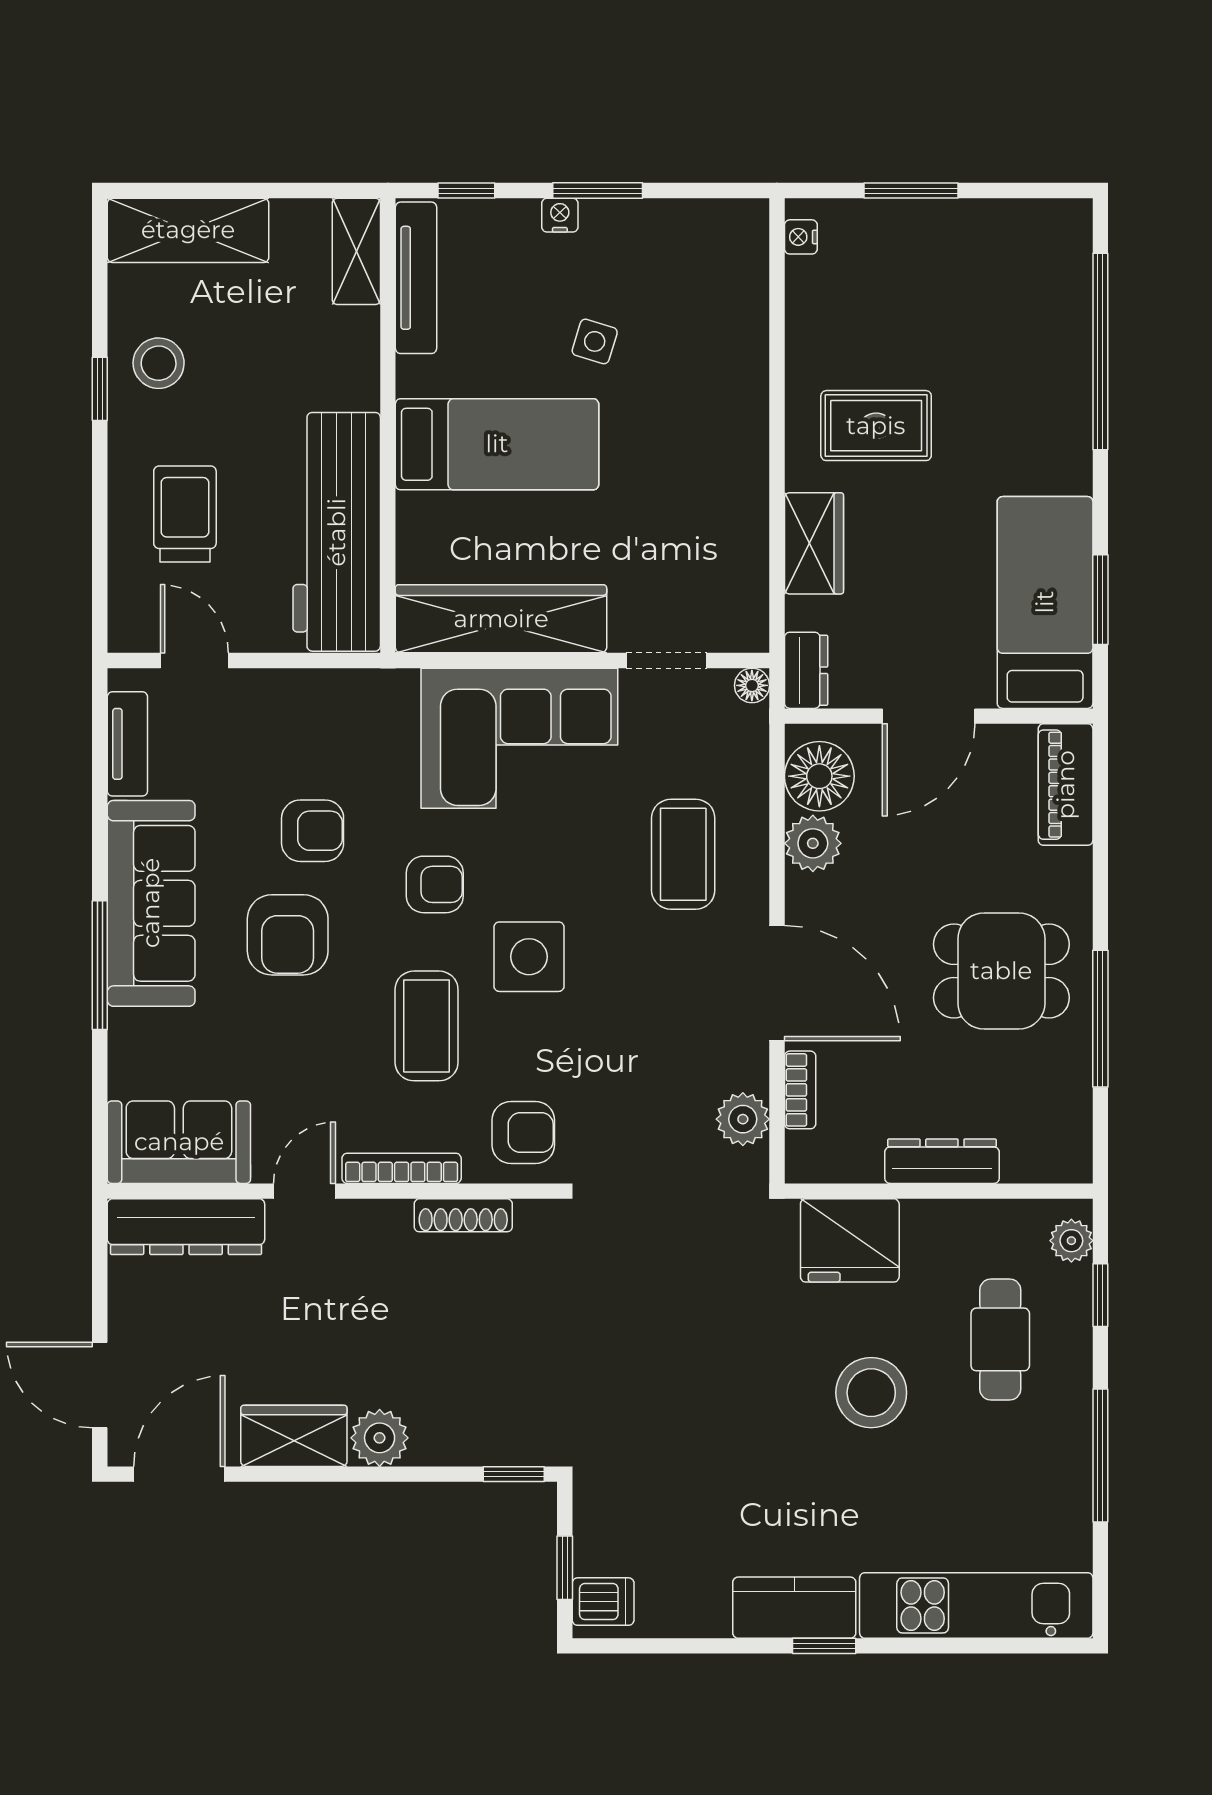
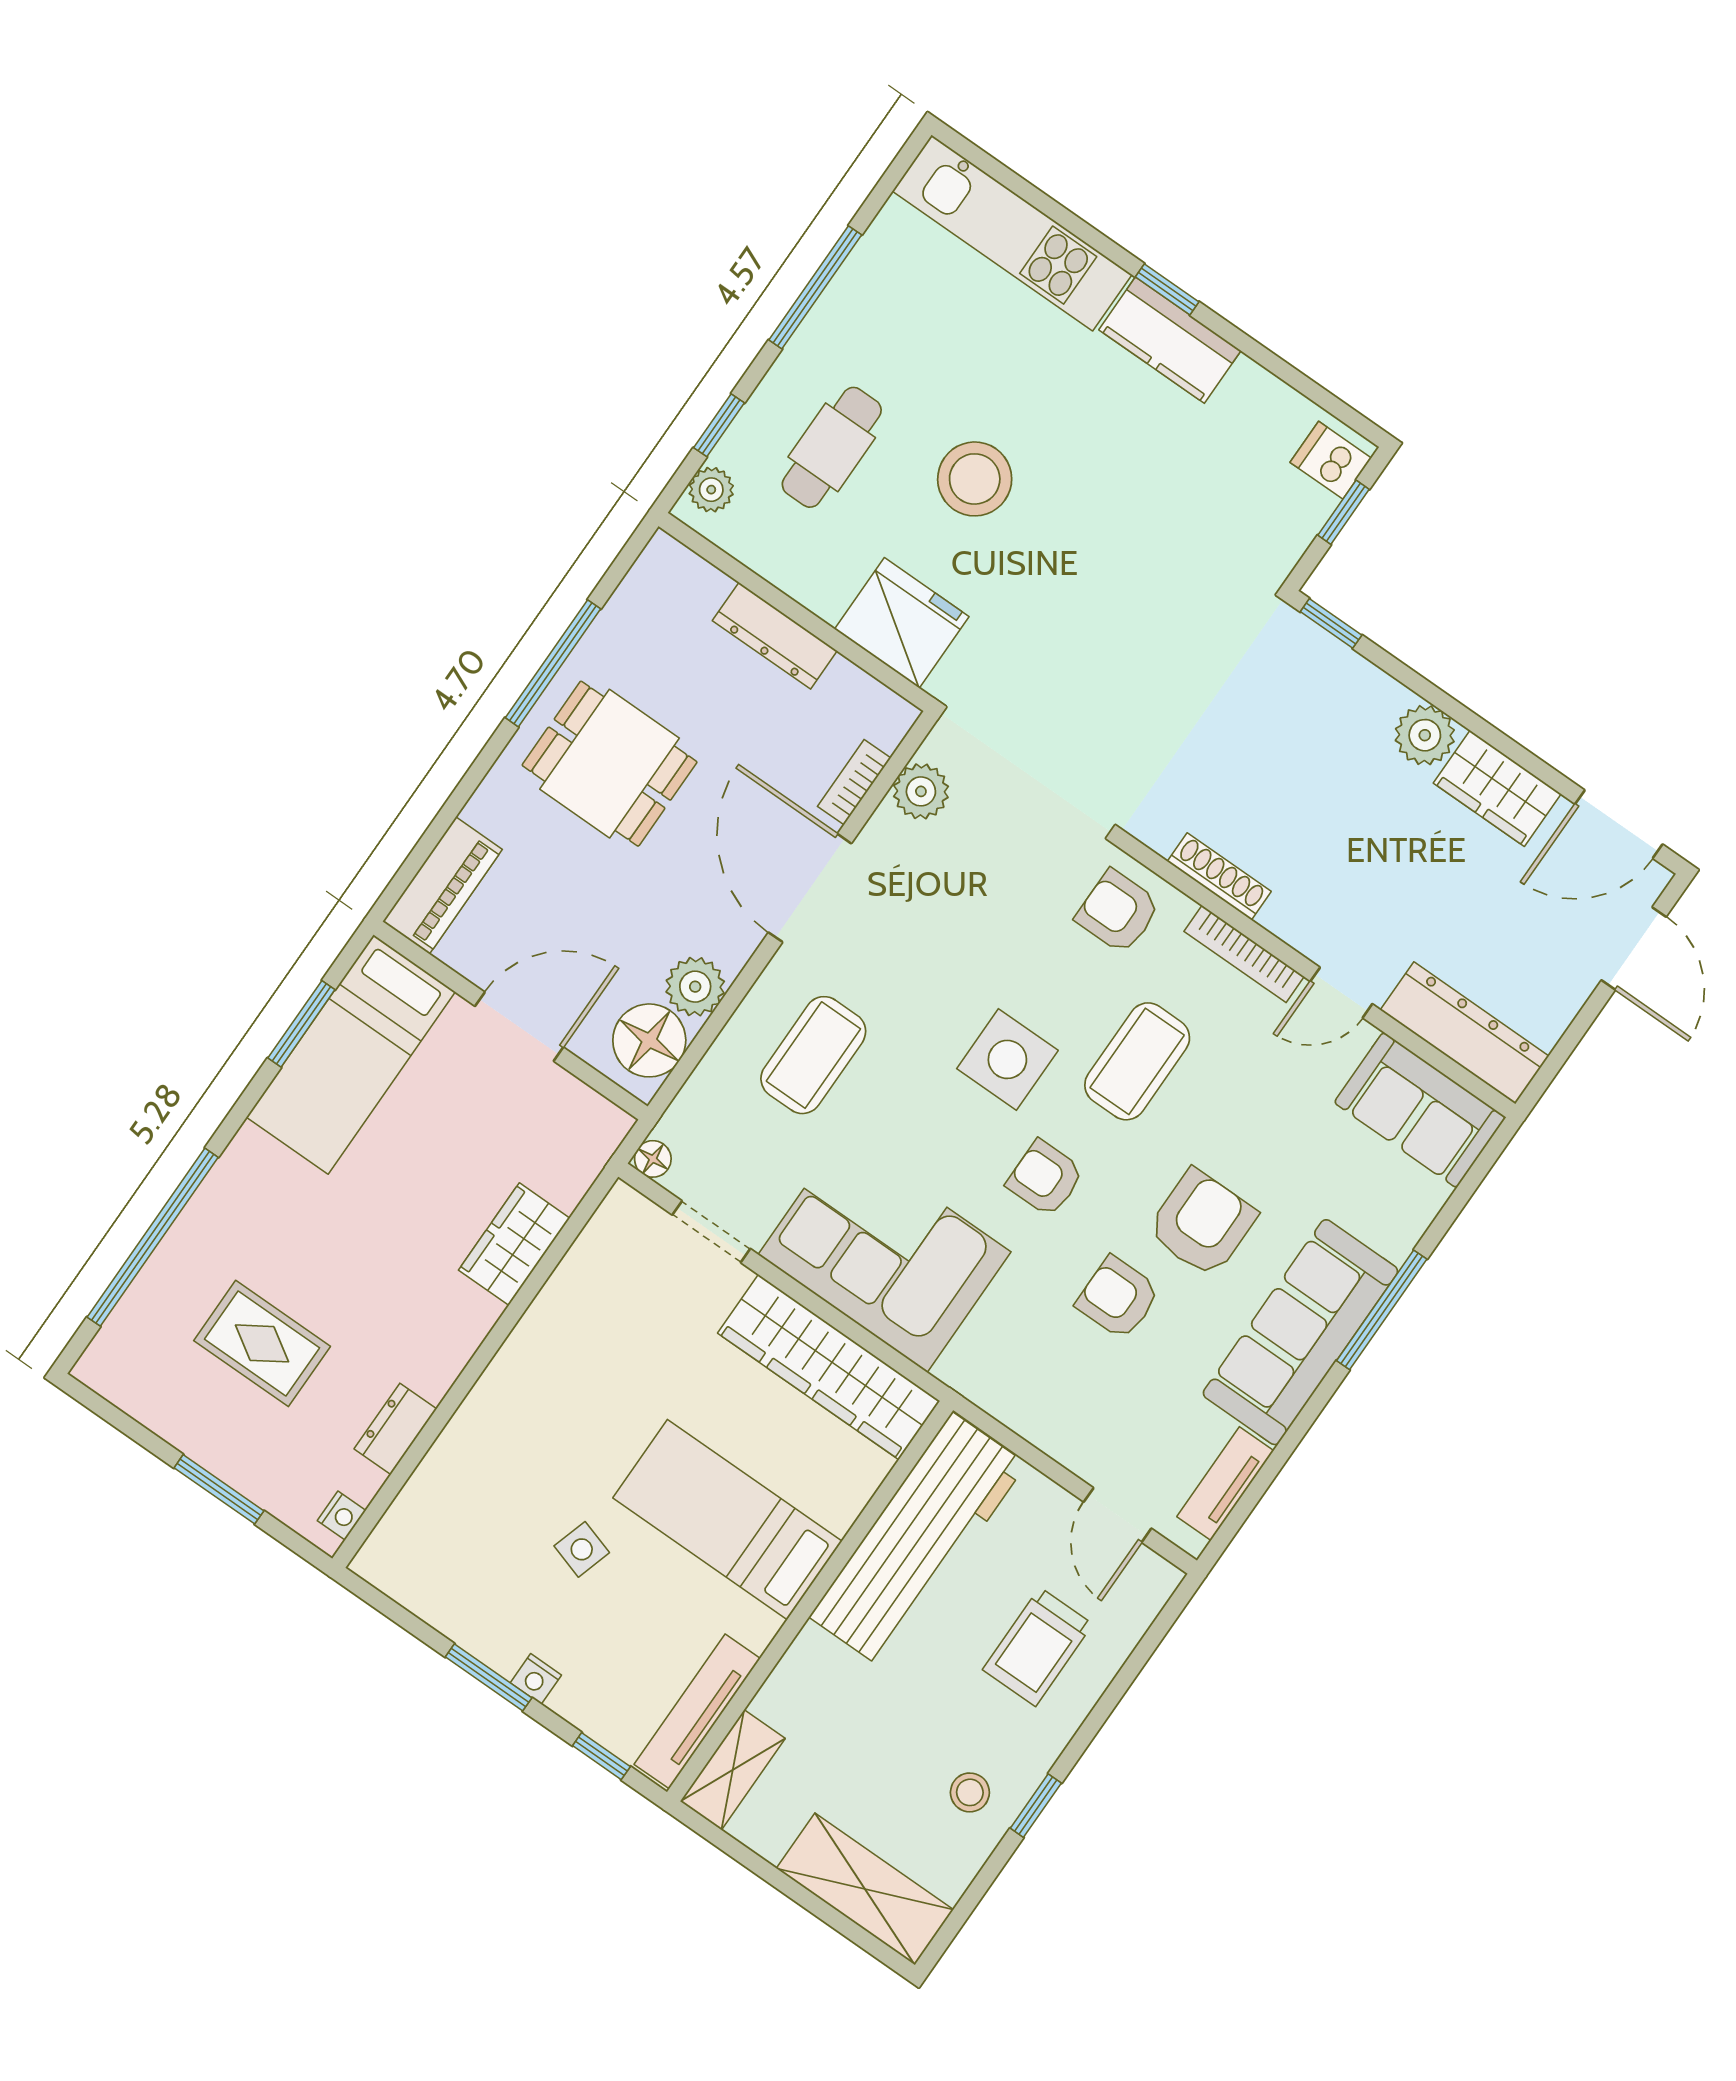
stool: (159, 363) -> (970, 1792), width x0.73, depth x0.73
rug: (876, 426) -> (262, 1343), moved
dresser: (806, 670) -> (395, 1429), moved

